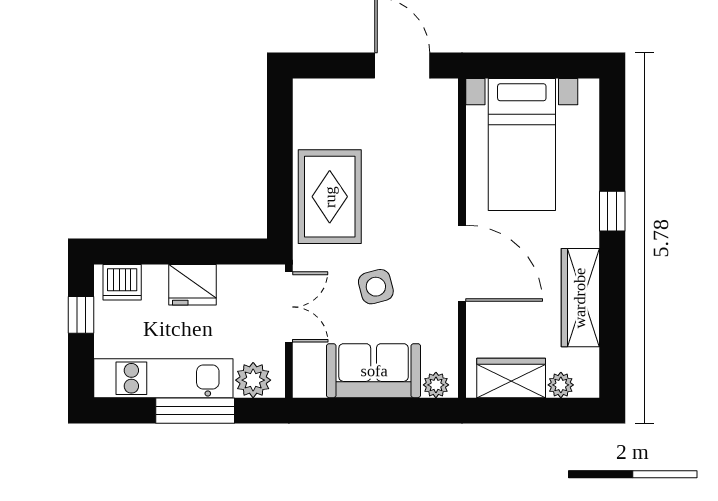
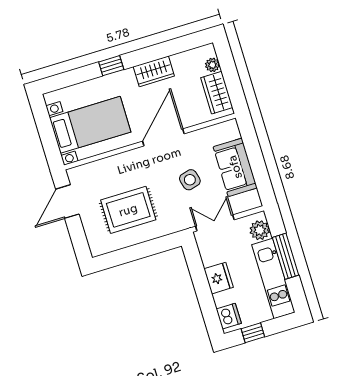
rug: (330, 197) -> (128, 210), moved
wardrobe: (580, 298) -> (154, 71), width x0.67
plant: (436, 385) -> (233, 132), removed

